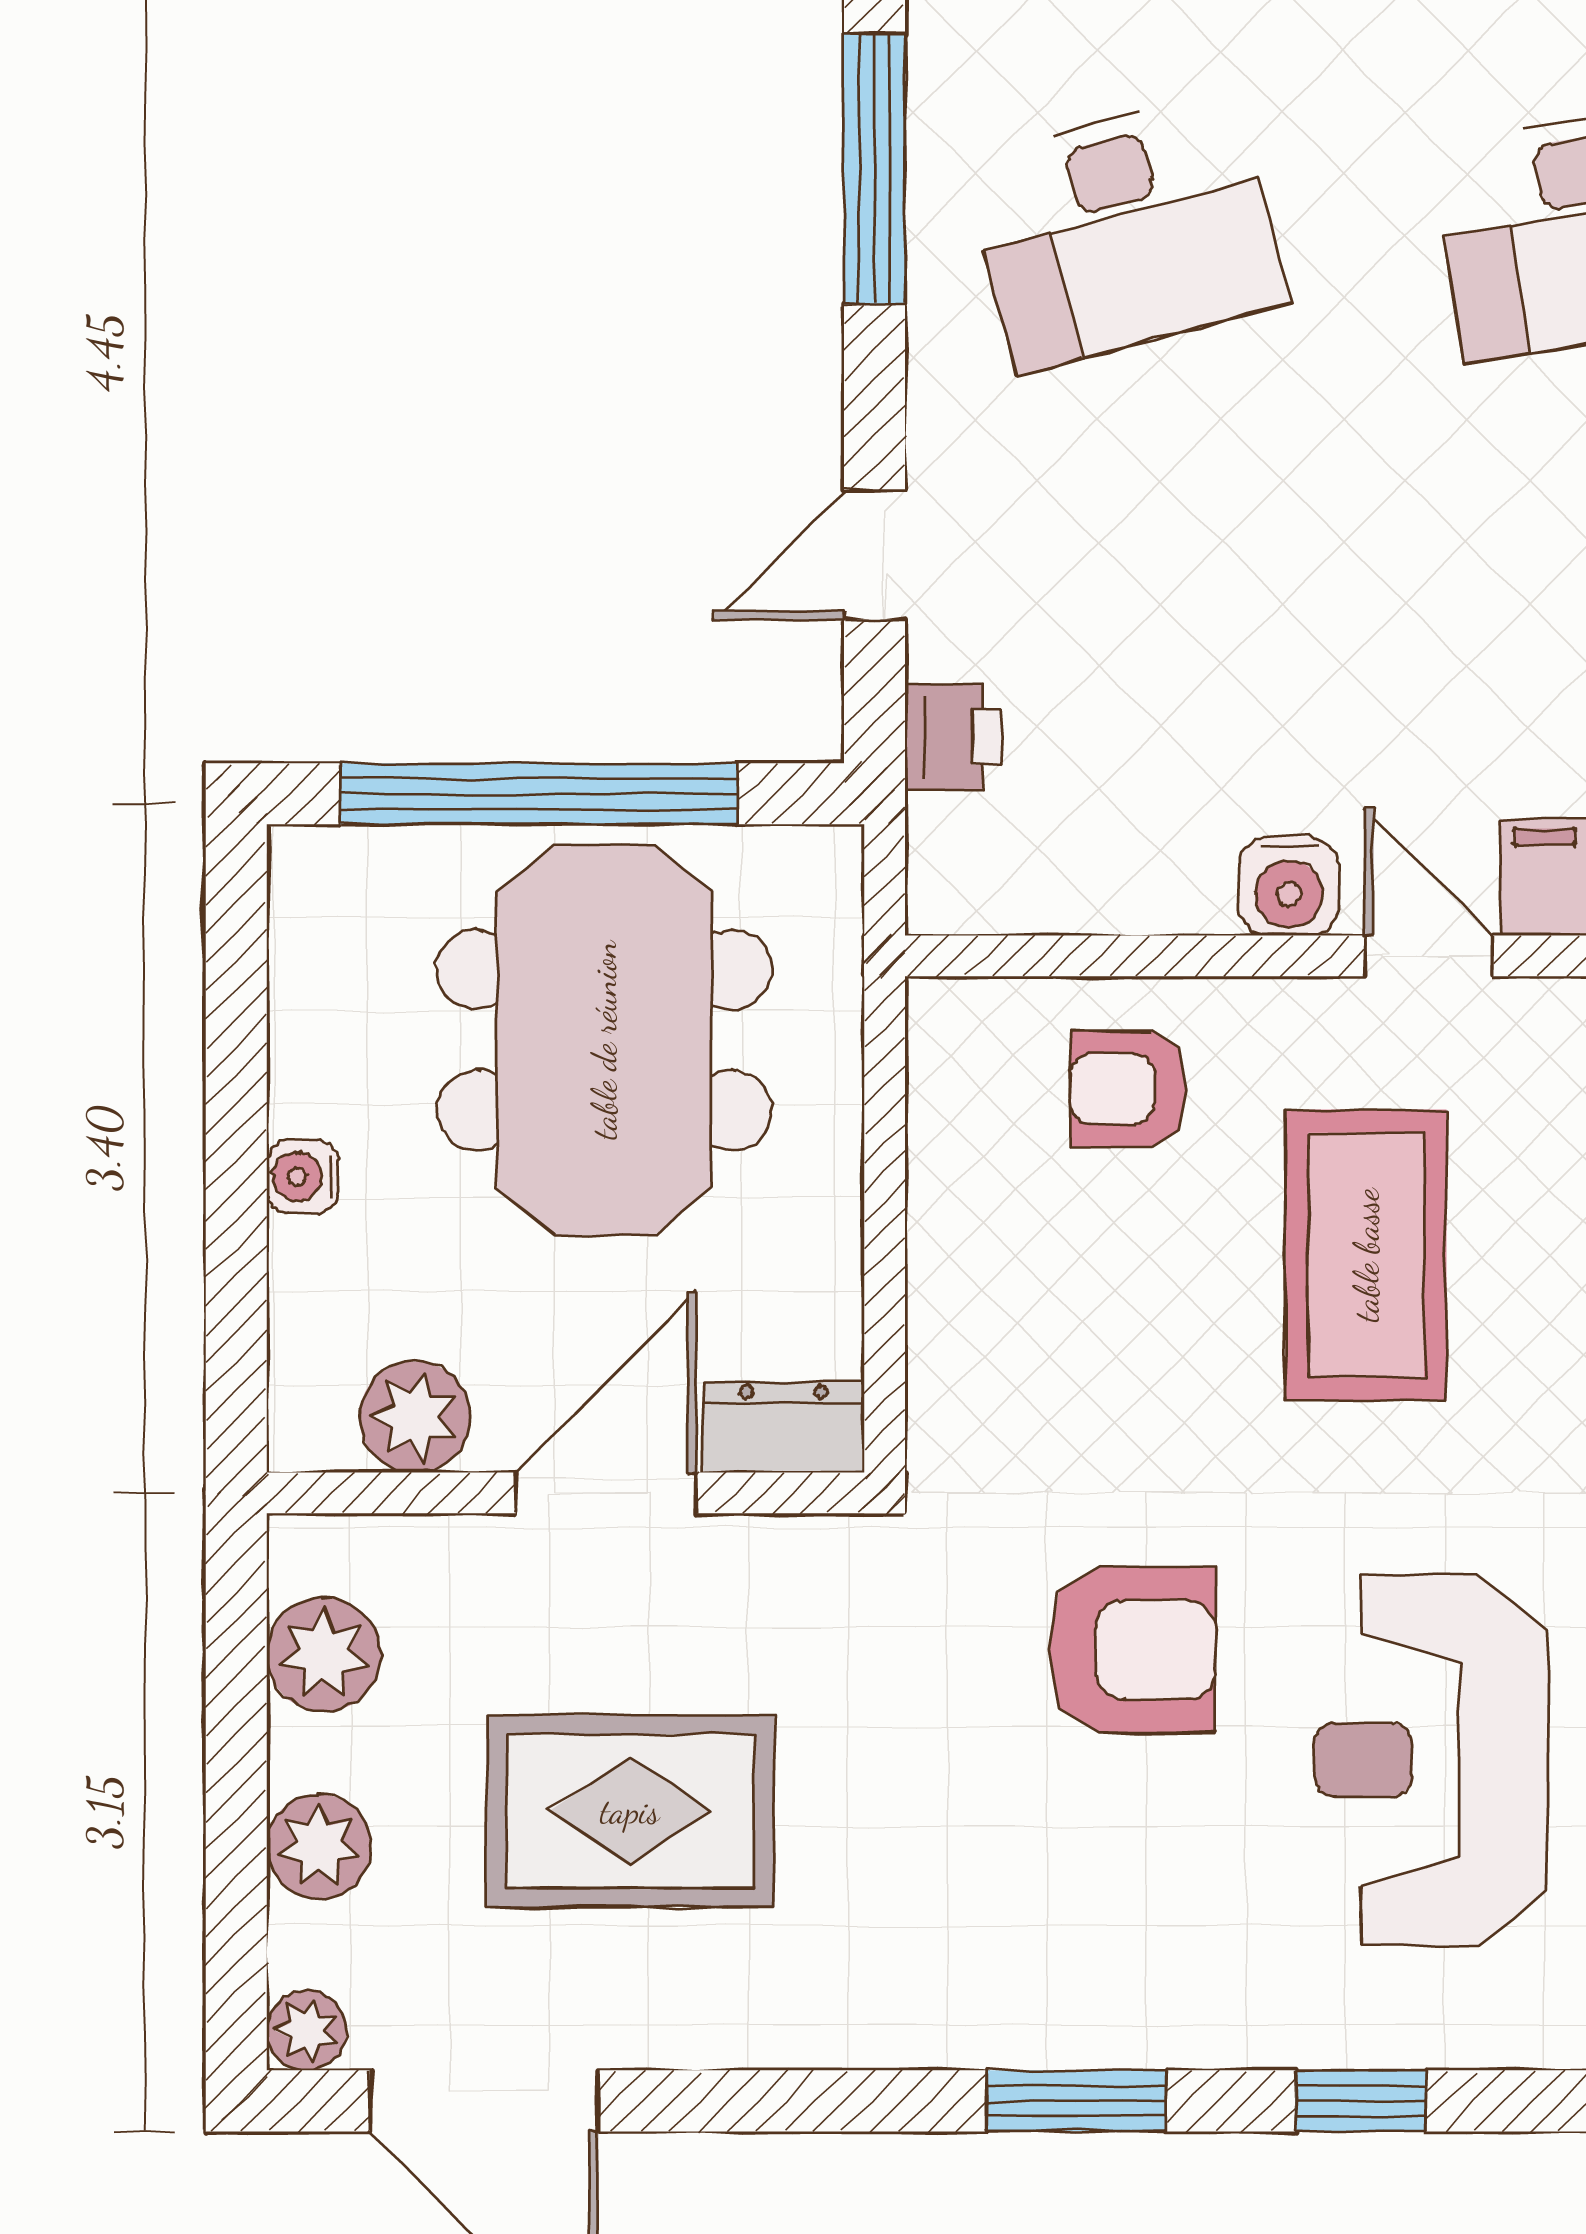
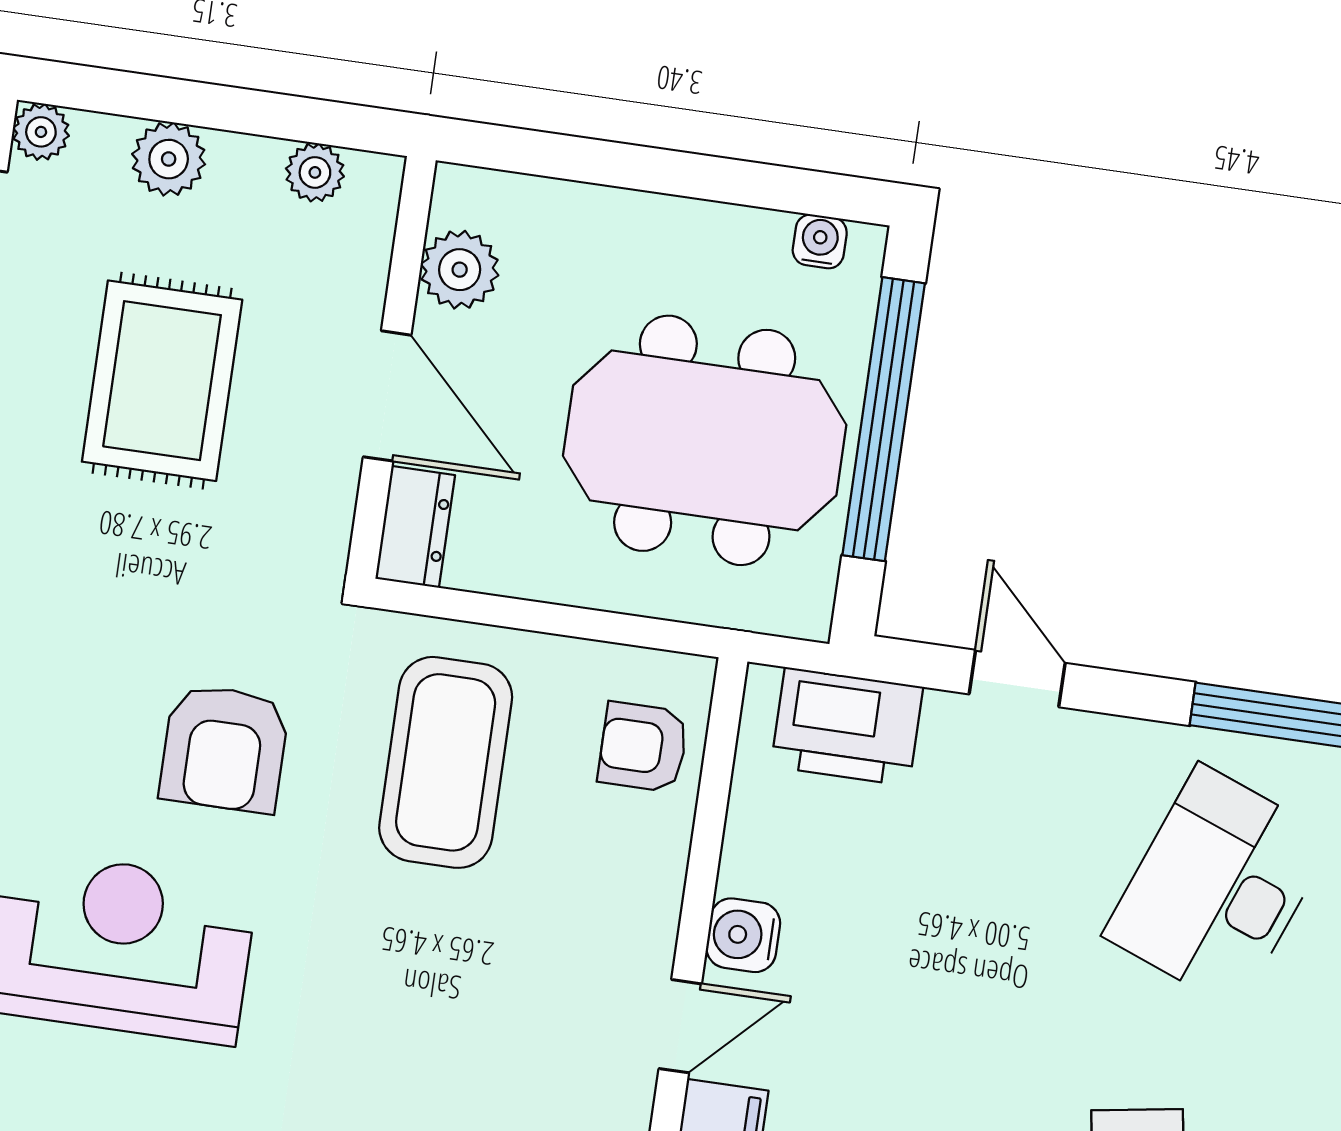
desk: (1125, 232) -> (1218, 887), turned 36
printer: (953, 737) -> (847, 727), width x1.87, depth x1.48
armchair: (1128, 1089) -> (643, 747), moved, turned -90
water cooler: (303, 1177) -> (820, 241), moved
coffee table: (1366, 1255) -> (446, 762), moved, turned 90
plant: (324, 1655) -> (315, 172), width x0.73, depth x0.73

